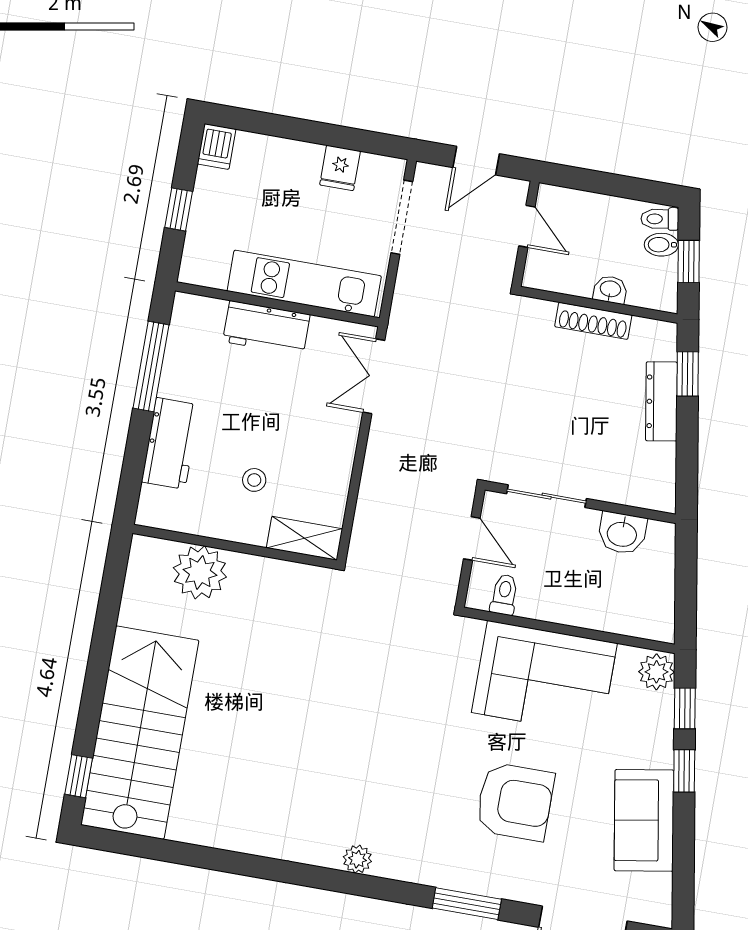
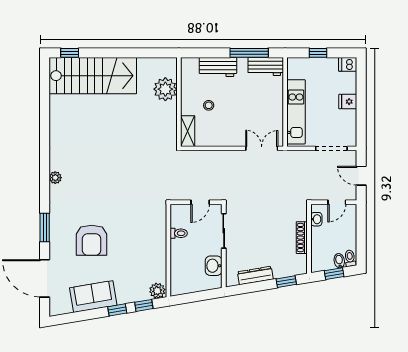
fridge: (340, 168) -> (348, 102), moved
washbasin: (610, 290) -> (316, 219), moved
workbench: (266, 328) -> (266, 67), moved, turned -90
dresser: (661, 401) -> (255, 275), moved
toilet: (504, 595) -> (179, 233), moved
corner sofa: (544, 678) -> (146, 243), removed

